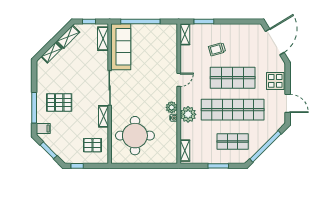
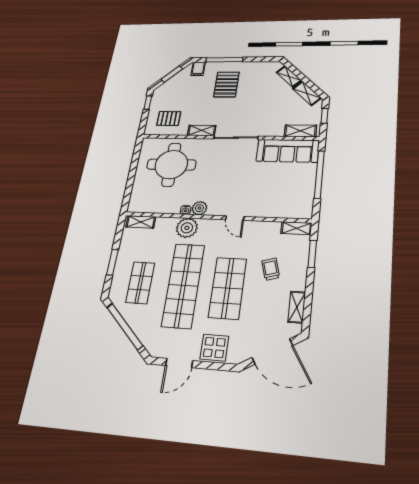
shelving: (243, 29) -> (297, 307), added
pallet: (92, 145) -> (169, 118), turned 90

